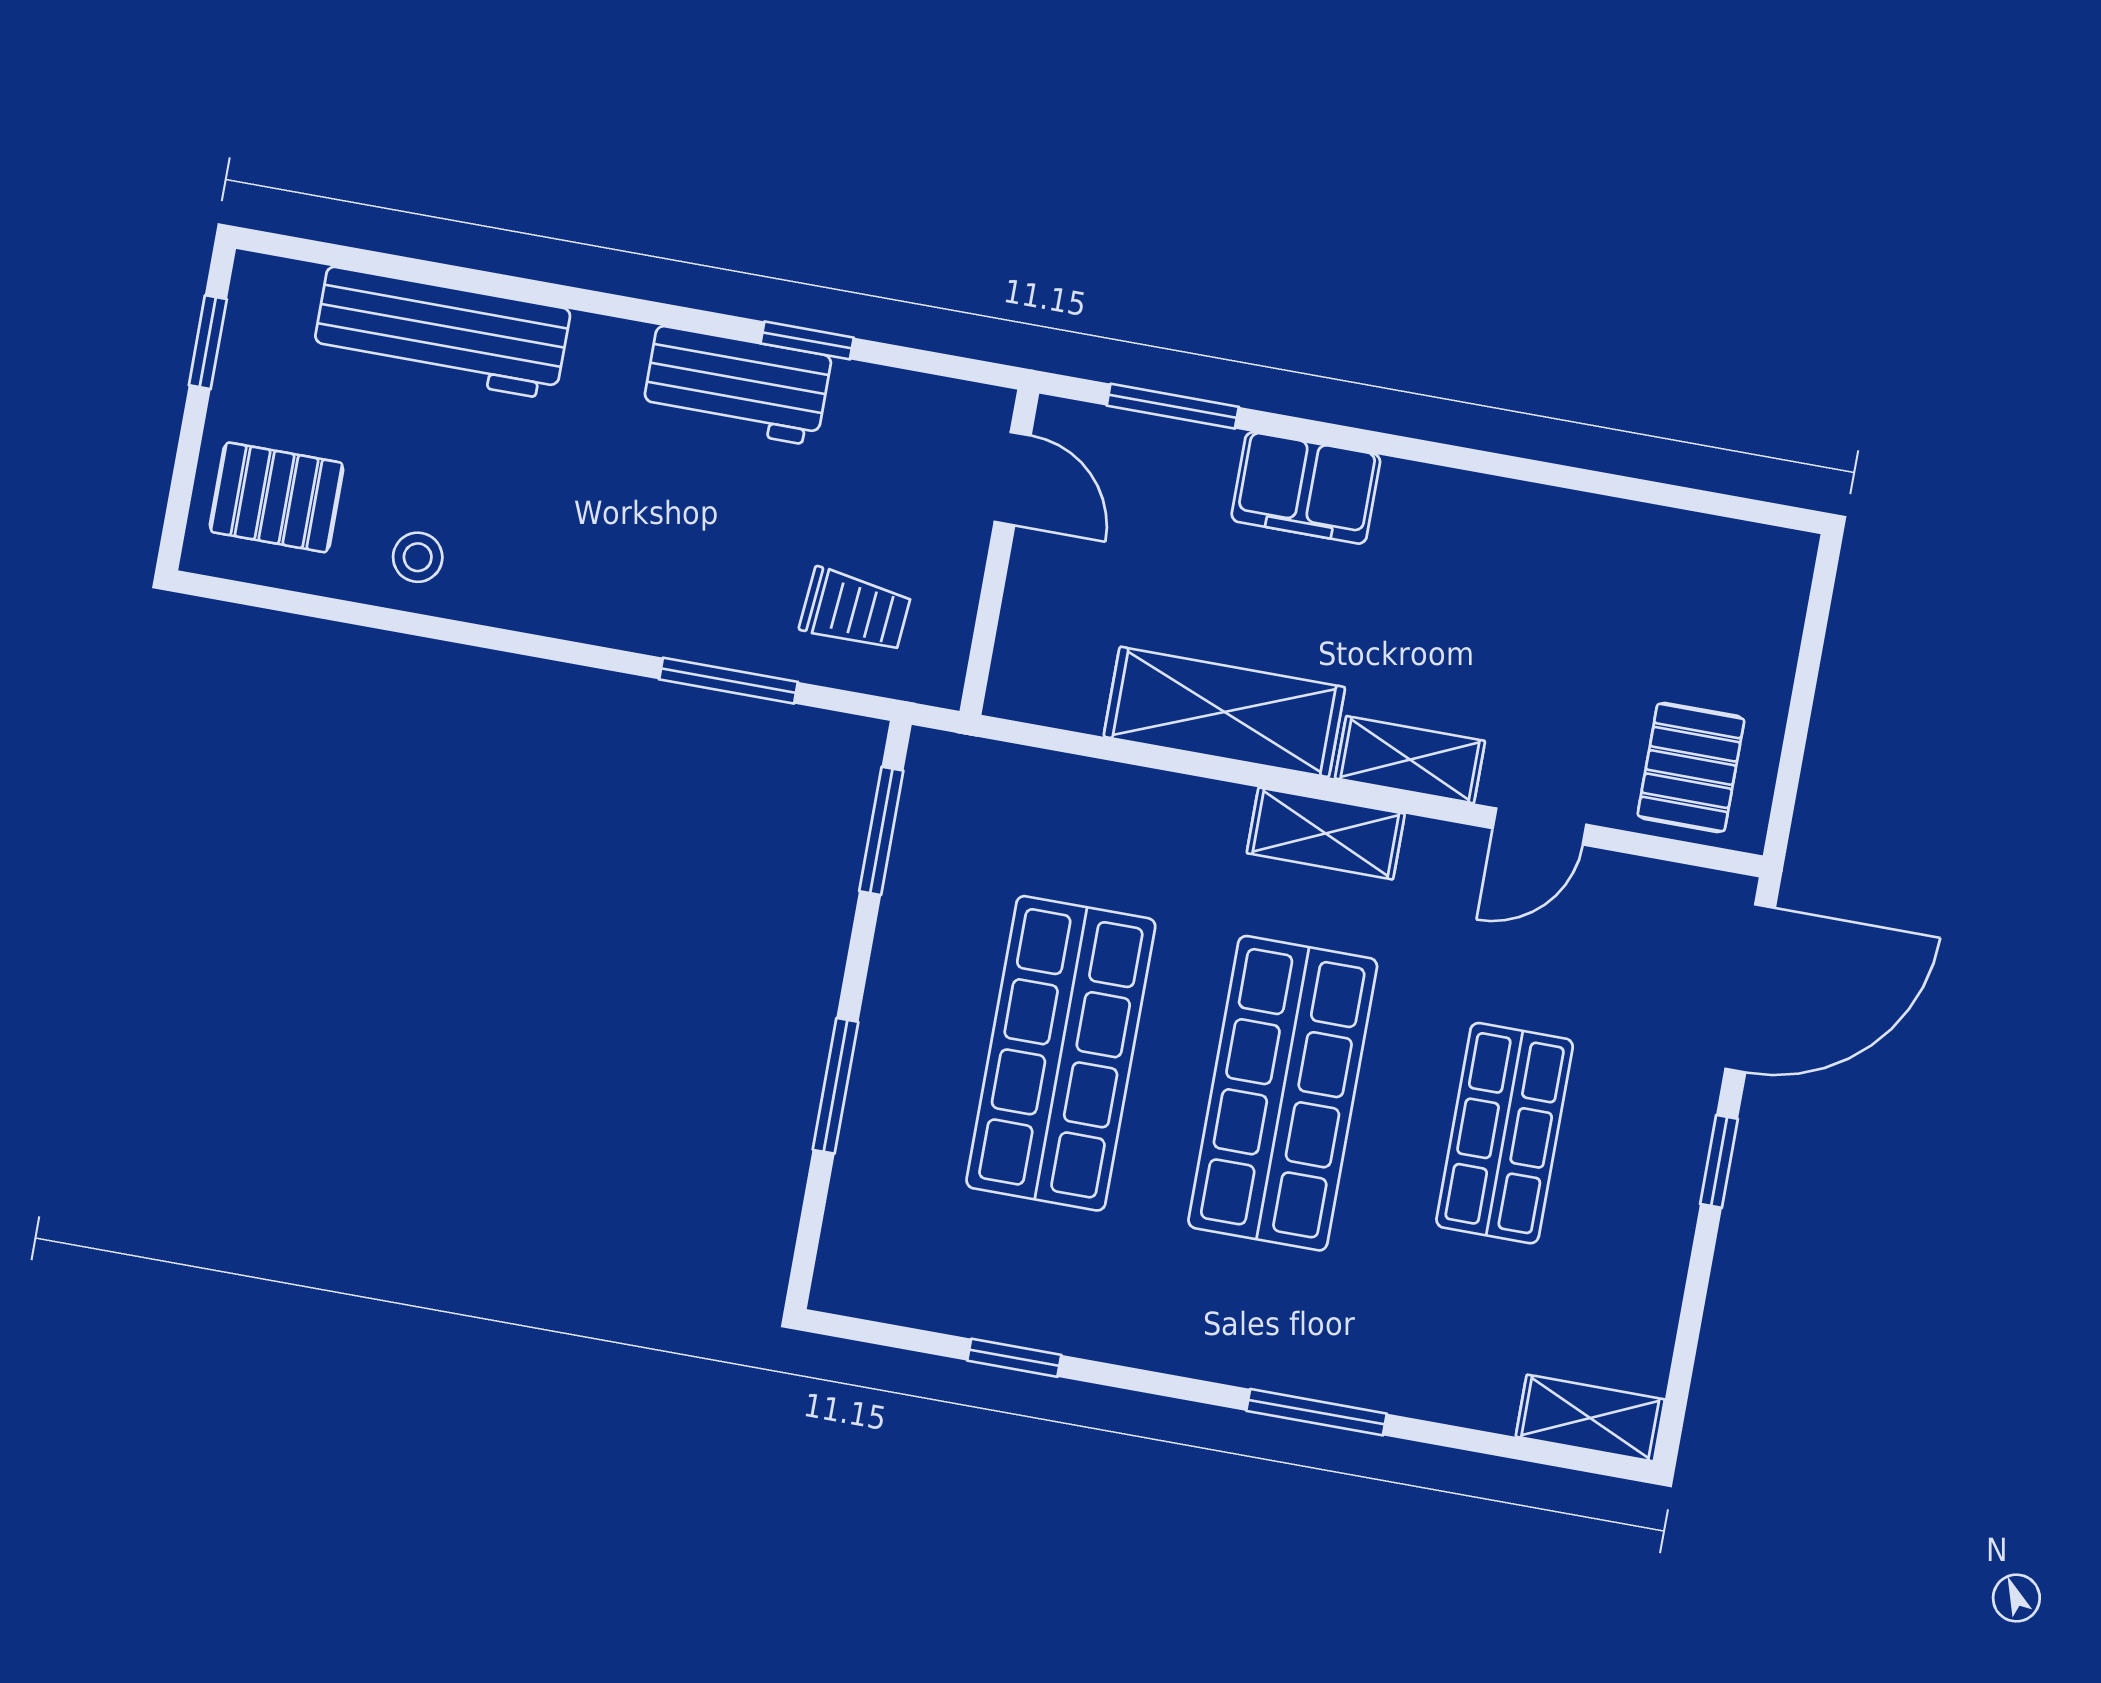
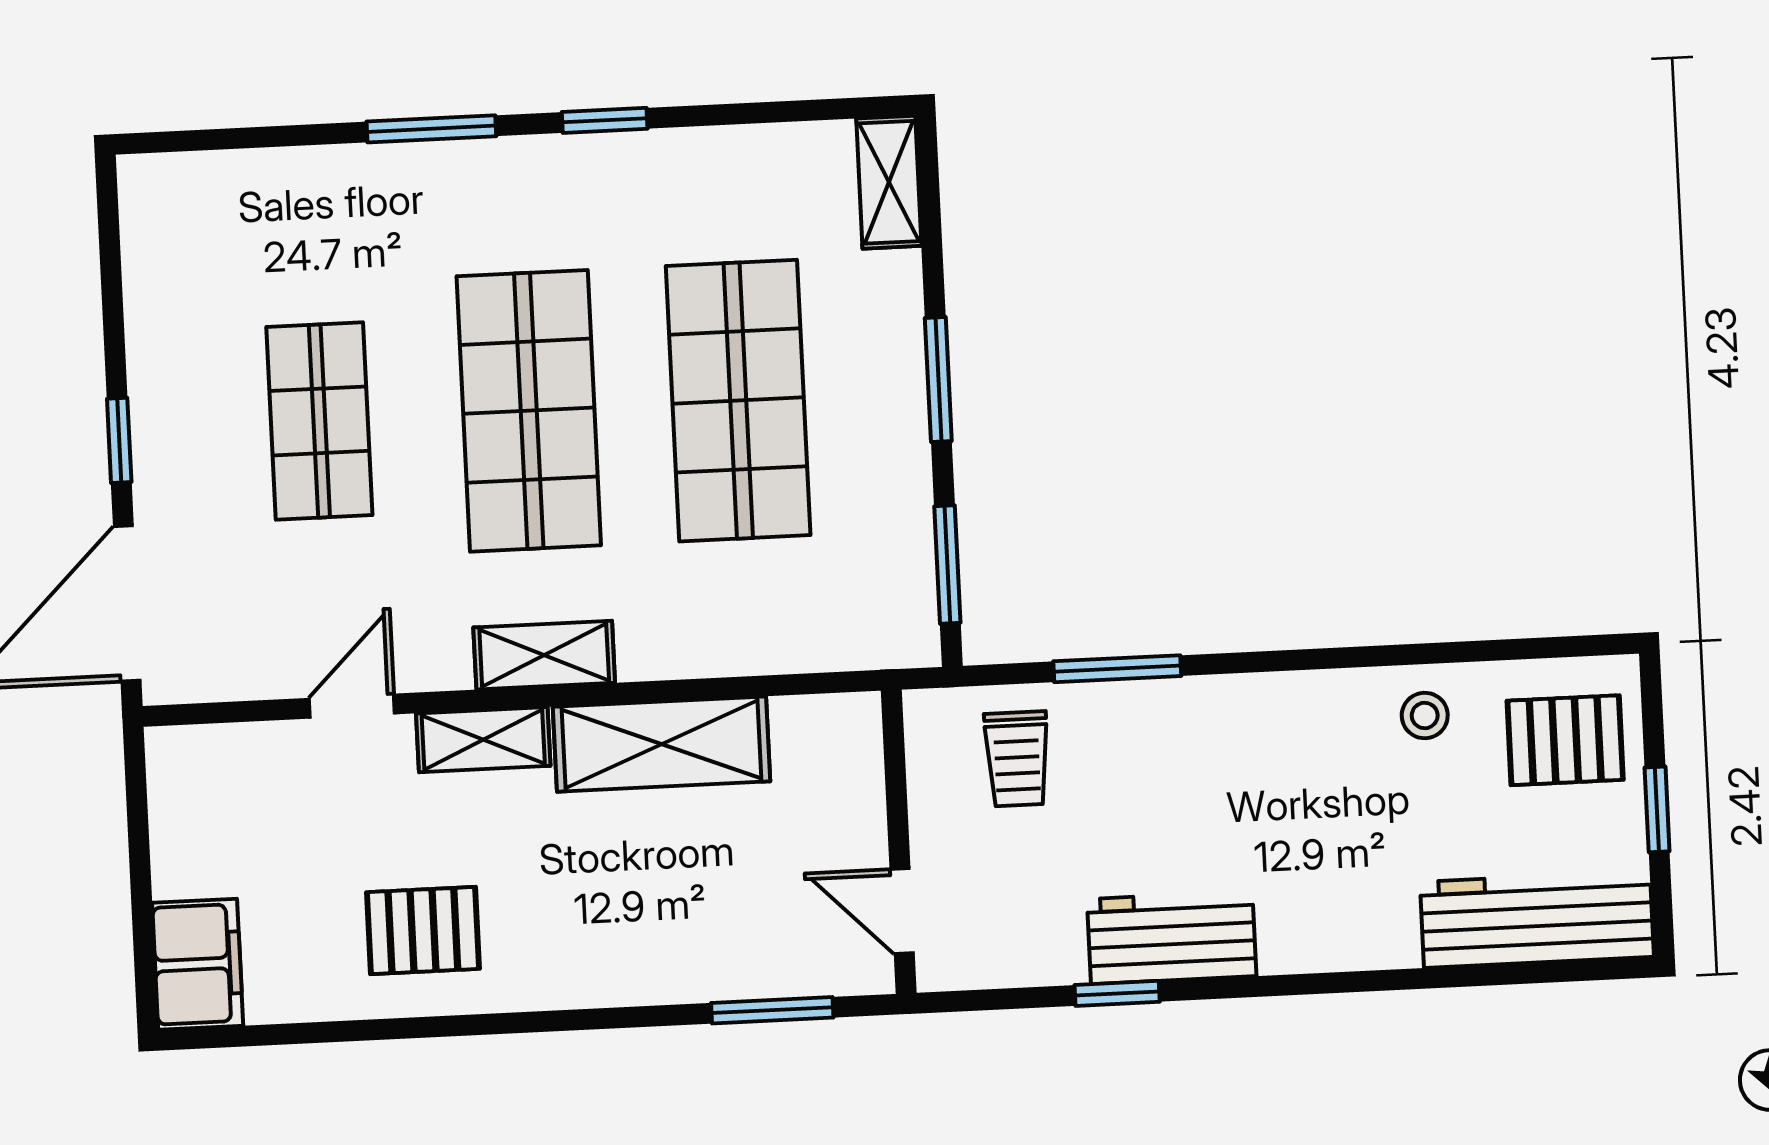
workbench: (441, 333) -> (1537, 919), moved
window: (208, 342) -> (1657, 809), moved
filing cabinet: (1306, 488) -> (198, 964), moved, turned 90
trolley: (855, 611) -> (1017, 759), turned -95
pallet: (1691, 767) -> (423, 931), moved, turned 90
window: (835, 1086) -> (938, 379), moved
window: (1014, 1358) -> (605, 120), moved
shelving: (1590, 1418) -> (889, 182), moved, turned 90

